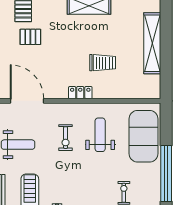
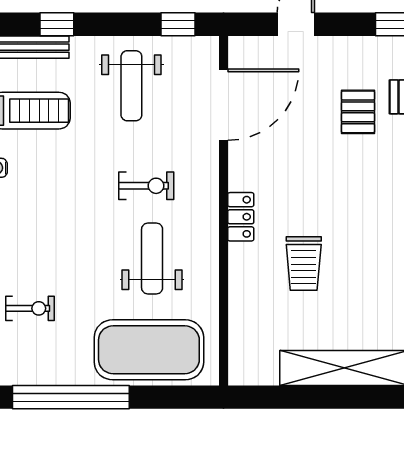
weight bench: (100, 135) -> (152, 258), turned -90
exercise bike: (66, 138) -> (146, 186), turned 180

